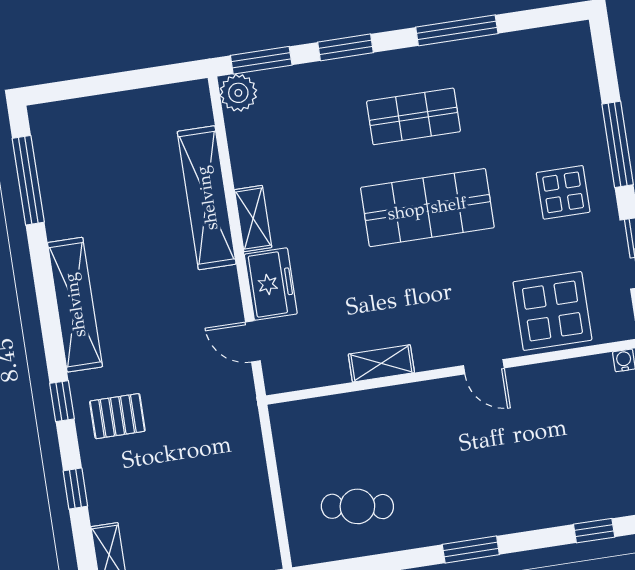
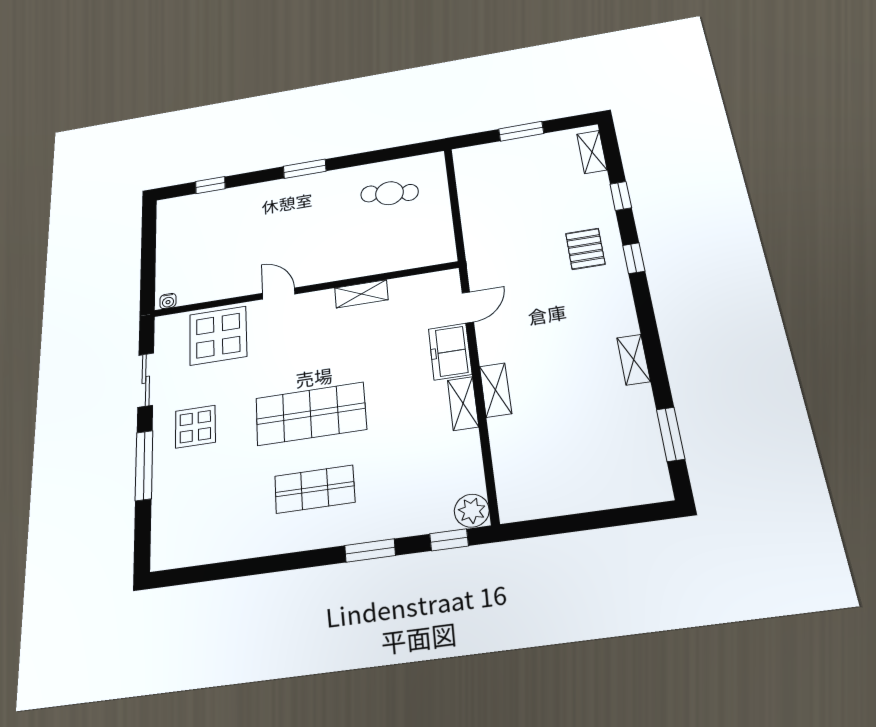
window: (457, 30) -> (268, 564), removed
window: (261, 60) -> (449, 540), width x0.67
window: (28, 180) -> (671, 434), width x0.69
shelving: (207, 198) -> (496, 390), width x0.45, depth x0.75
shelving: (75, 305) -> (634, 360), width x0.45, depth x0.75
door: (253, 341) -> (468, 307), hinge flipped
pallet: (117, 416) -> (585, 249), turned 90

